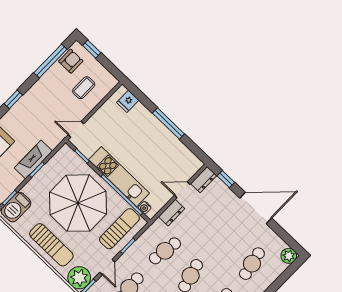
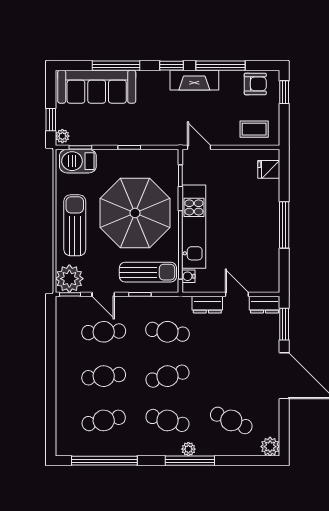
window: (50, 61) -> (220, 66), moved
coffee table: (84, 88) -> (254, 129), moved
fireplace: (33, 160) -> (194, 80), moved, turned 180
window: (226, 179) -> (284, 324), width x1.50
sun lounger: (51, 245) -> (75, 225), turned 180
cafe table: (252, 264) -> (231, 420), turned 36
door: (107, 267) -> (103, 294), hinge flipped

